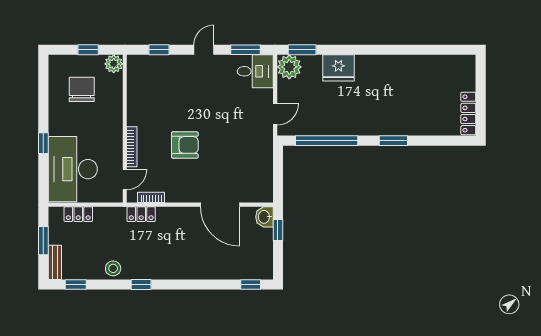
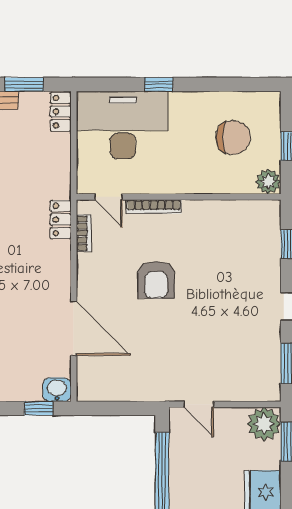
desk: (255, 71) -> (258, 377), removed
door: (220, 205) -> (74, 328), swing flipped
locker: (78, 214) -> (61, 112), moved

